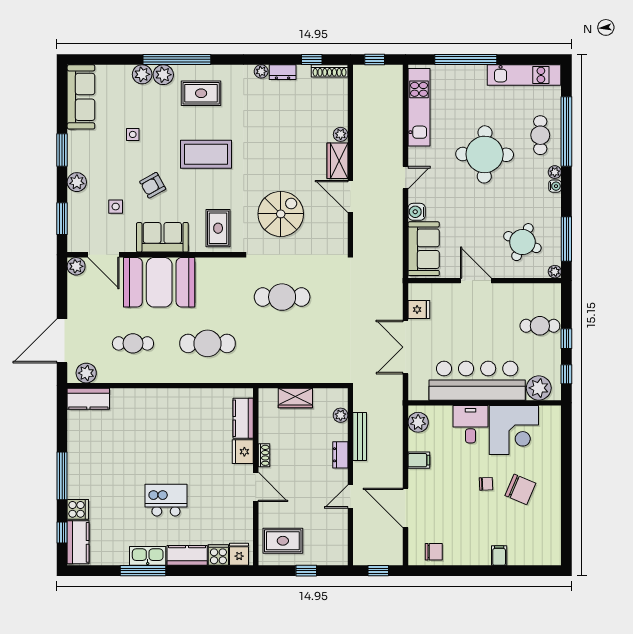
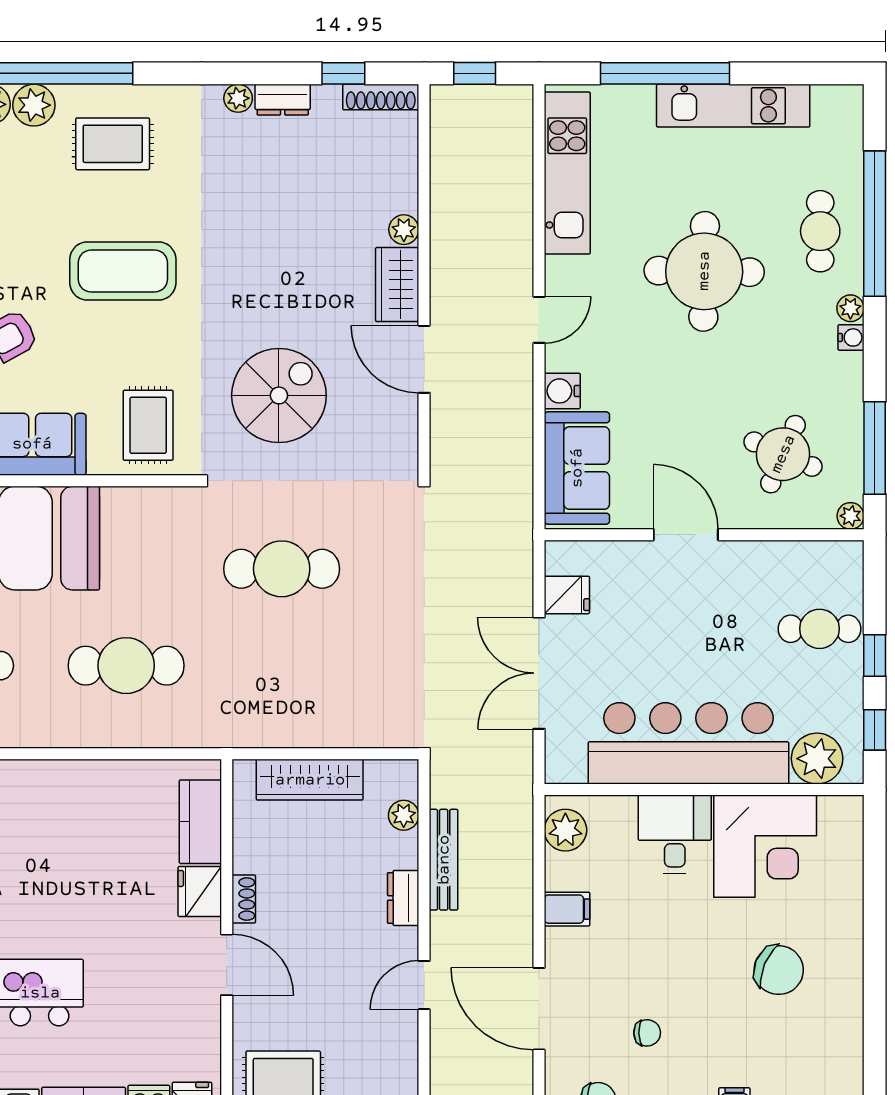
kitchen unit: (524, 75) -> (733, 106), moved
wardrobe: (295, 398) -> (310, 780), width x1.50
chair: (486, 484) -> (647, 1033), moved

